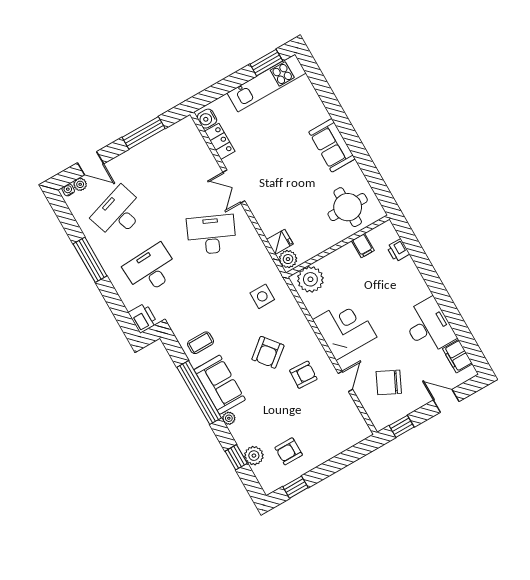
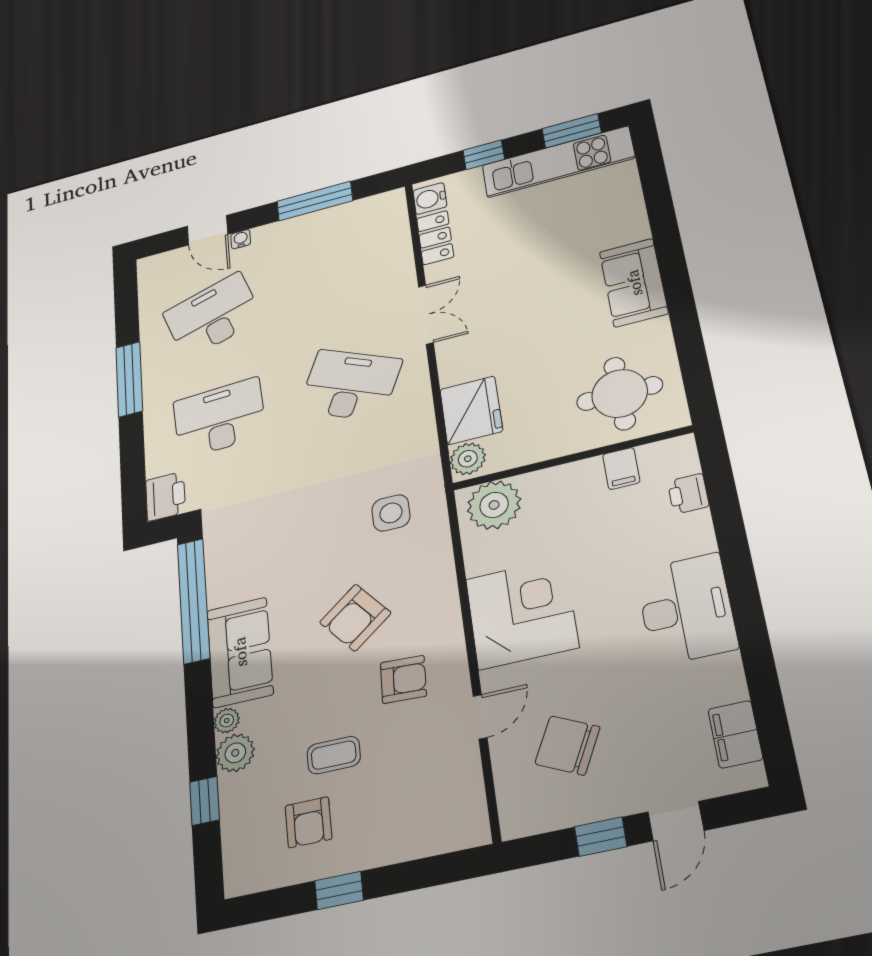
window: (225, 86) -> (484, 155), added
plant: (80, 184) -> (175, 259), removed
double door: (234, 187) -> (426, 314), swing flipped
water cooler: (68, 190) -> (241, 239), moved
fridge: (280, 242) -> (471, 410), width x1.88, depth x1.34
desk: (429, 326) -> (686, 609), moved
coffee table: (201, 343) -> (334, 755), moved
window: (199, 393) -> (193, 601), moved
door: (446, 401) -> (676, 821), swing flipped
window: (402, 426) -> (601, 837), moved
armchair: (289, 451) -> (308, 822), turned -90
plant: (254, 456) -> (235, 753), moved
window: (295, 487) -> (339, 890), moved

